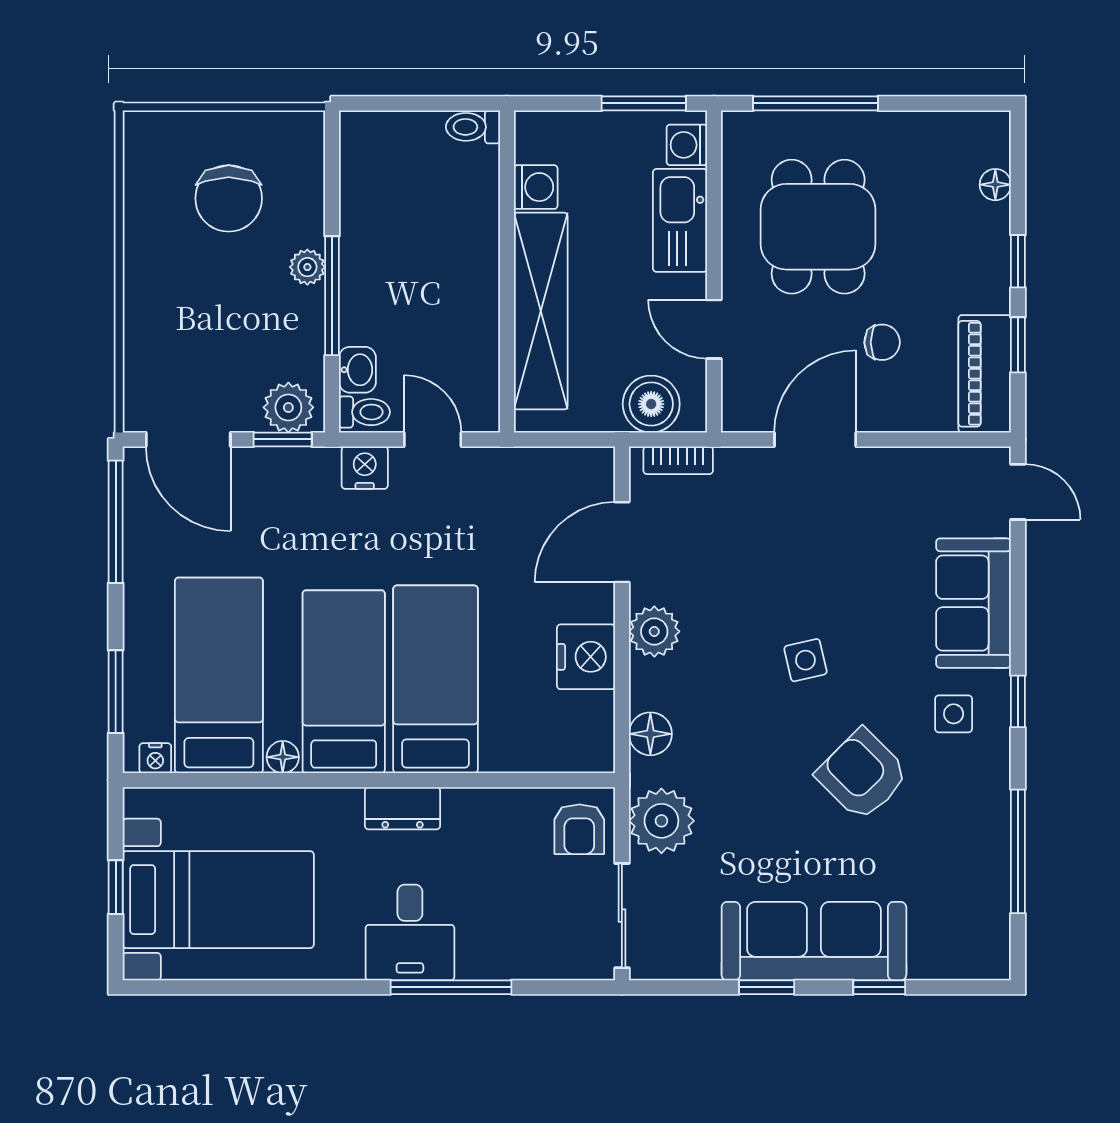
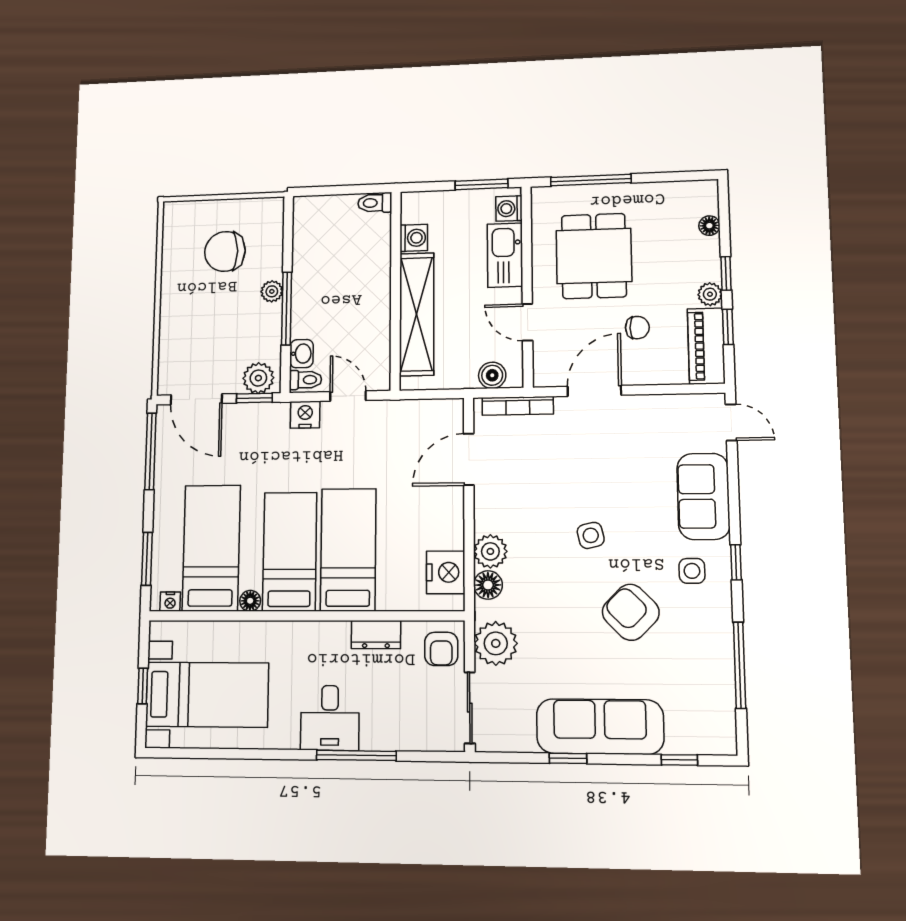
chair: (229, 198) -> (225, 251), turned 90
plant: (993, 293) -> (710, 294), added
boiler: (651, 404) -> (492, 375), width x0.73, depth x0.73
bookcase: (678, 460) -> (518, 406), width x1.56
plant: (654, 631) -> (490, 551), moved
nightstand: (586, 657) -> (446, 572), moved
dresser: (403, 808) -> (376, 635), moved
window: (879, 987) -> (679, 760), moved

